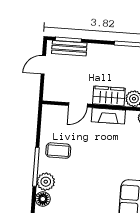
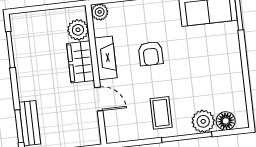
armchair: (105, 151) -> (151, 54), added

